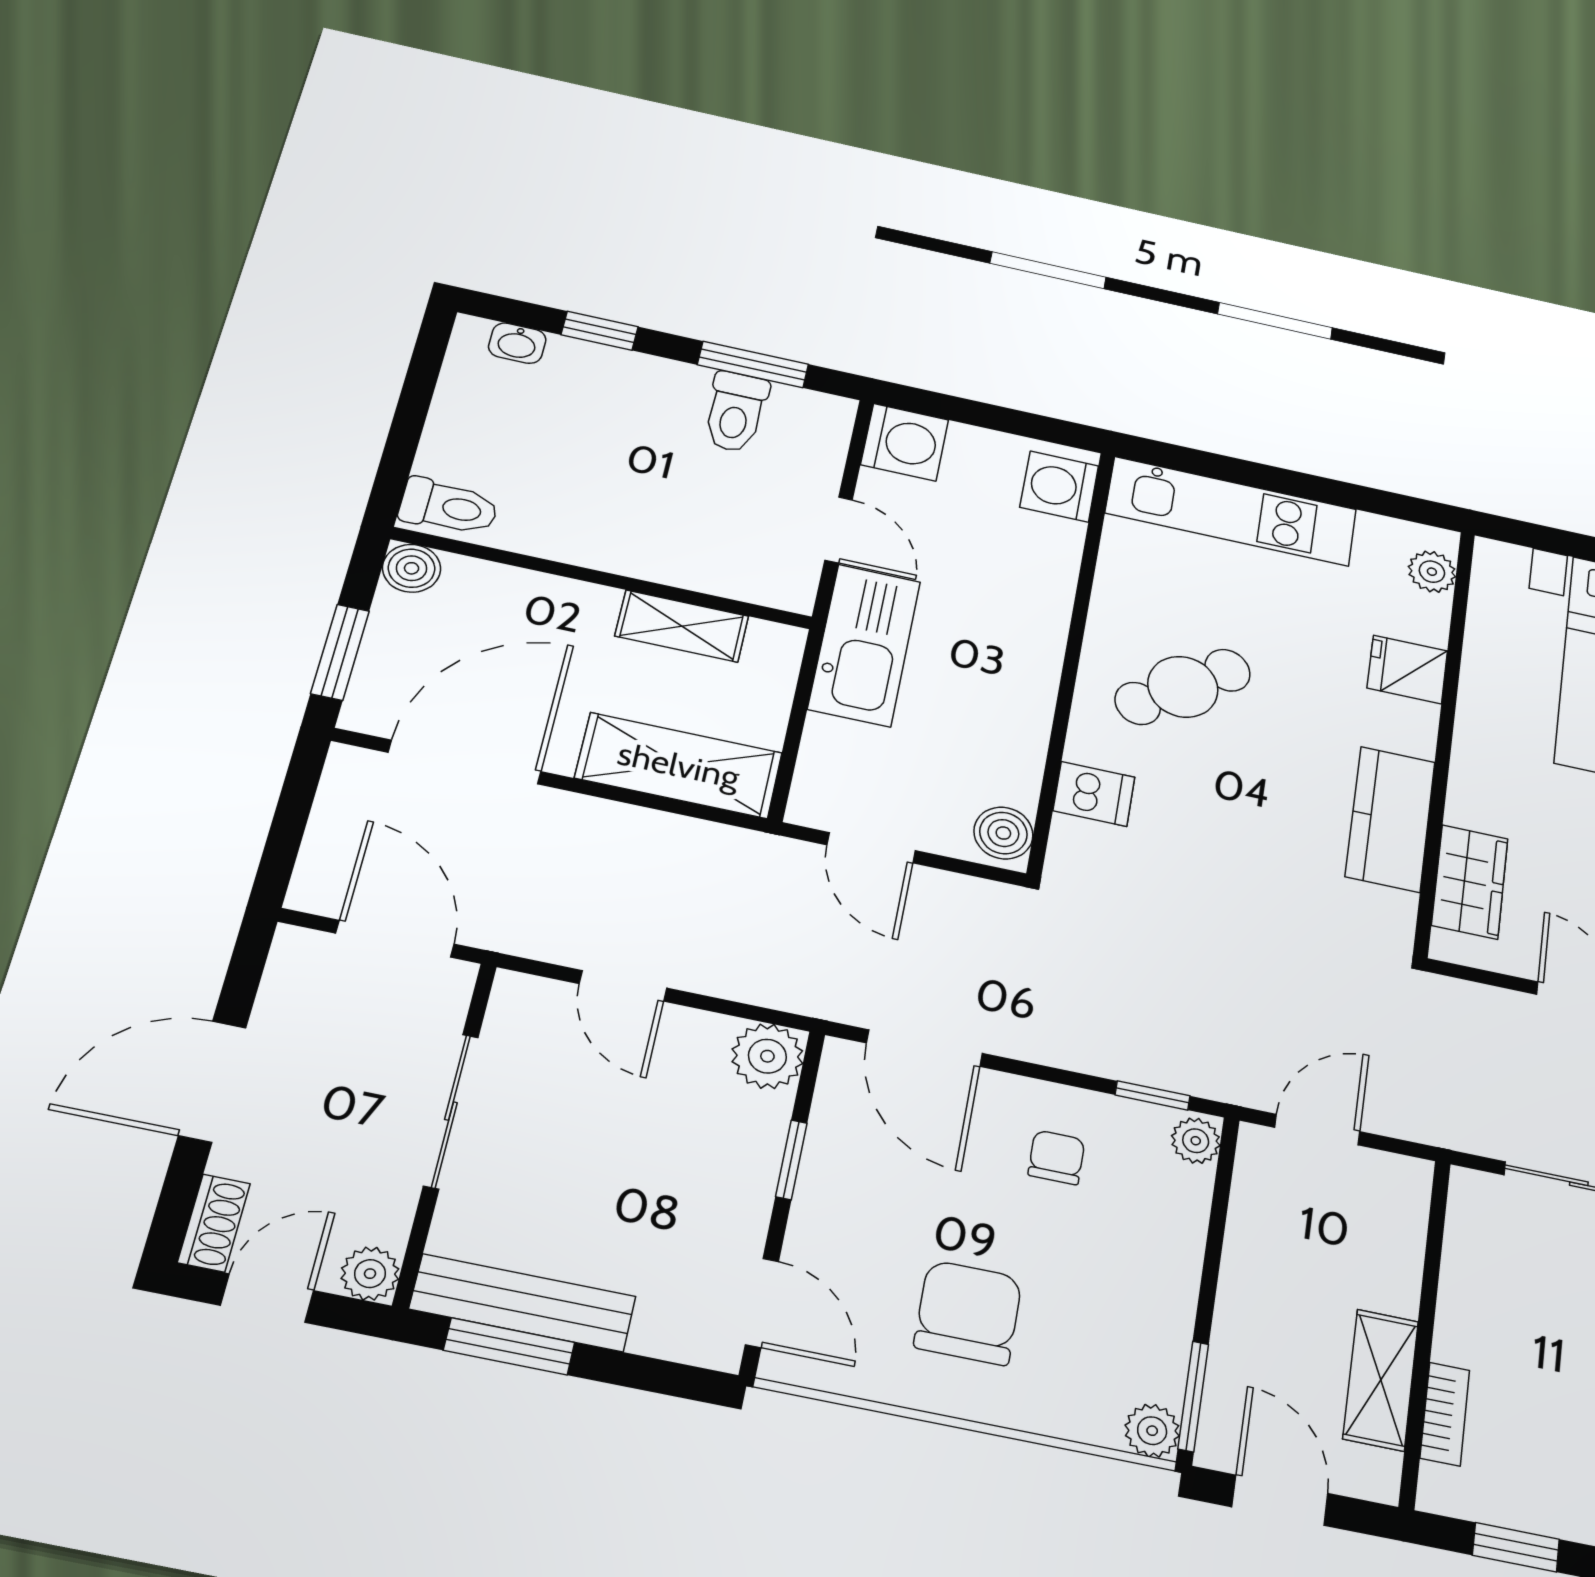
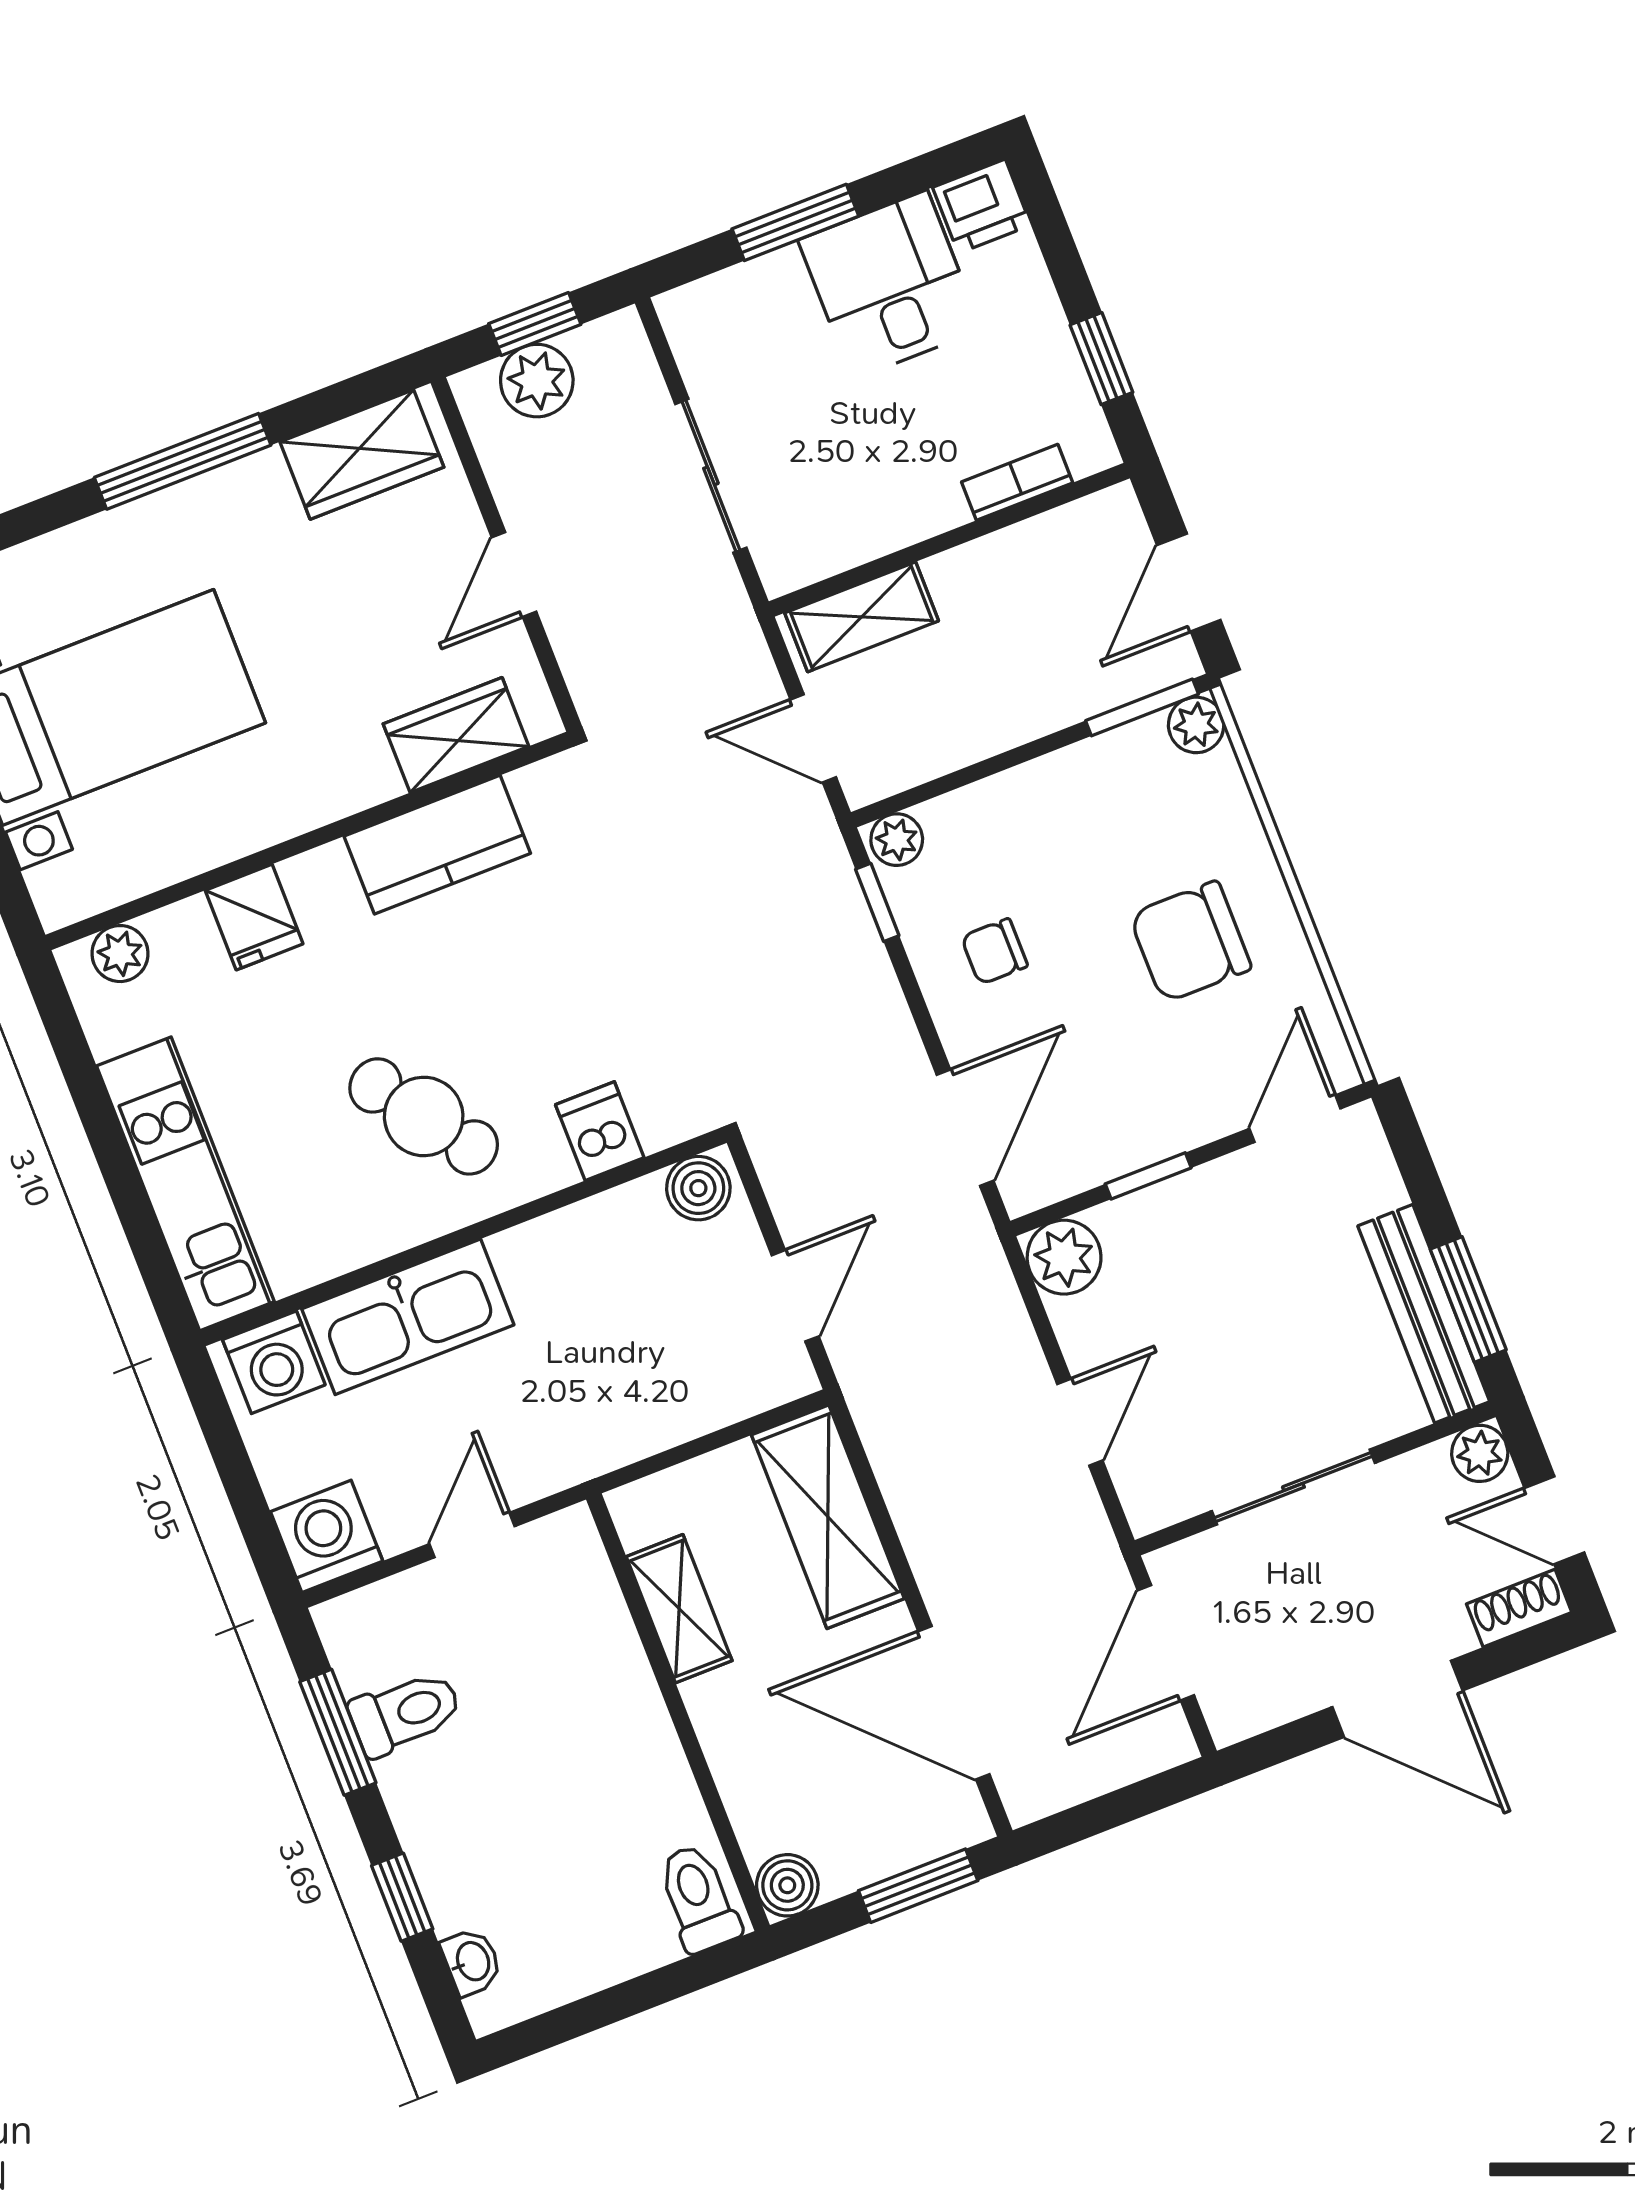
kitchen sink: (864, 645) -> (408, 1317), moved, turned 180
shelving: (1381, 1380) -> (862, 617), moved

